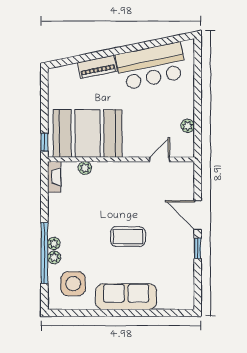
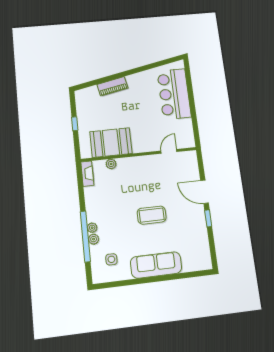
bar counter: (151, 66) -> (174, 94), moved, turned 102
plant: (188, 126) -> (187, 124), removed
booth: (88, 133) -> (111, 143), width x0.73, depth x0.70
window: (44, 142) -> (75, 124), moved
side table: (73, 284) -> (111, 259), width x0.54, depth x0.54

